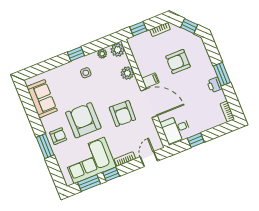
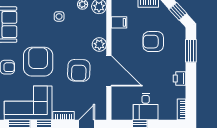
plant: (127, 73) -> (99, 45), moved
window: (222, 74) -> (191, 51), moved
filing cabinet: (150, 80) -> (119, 22), moved
desk: (176, 129) -> (146, 107), moved, turned -90

